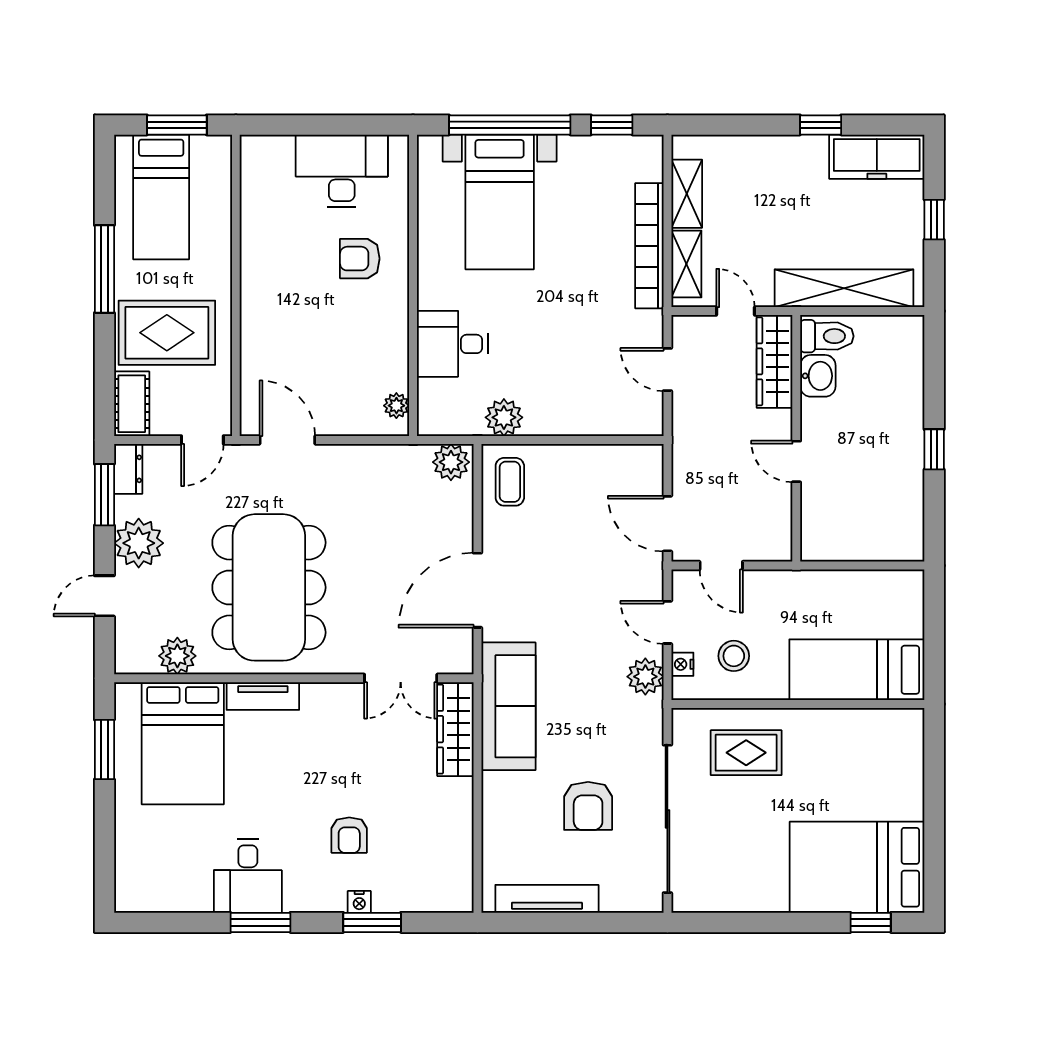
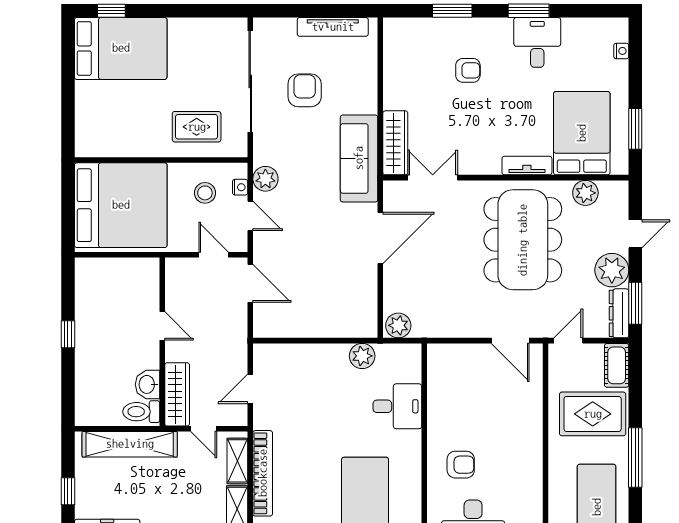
door: (667, 369) -> (250, 389), swing flipped
plant: (396, 406) -> (436, 364), removed
dresser: (128, 469) -> (619, 313), width x1.44
coffee table: (510, 482) -> (358, 312), removed
bed: (857, 670) -> (121, 205), width x2.04
armchair: (349, 835) -> (468, 70), turned 90
nightstand: (359, 902) -> (621, 51), moved, turned 90

